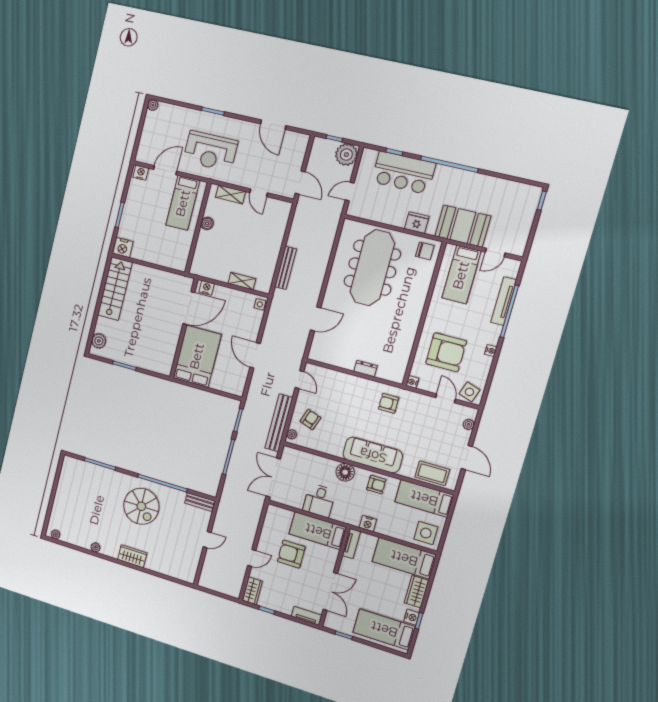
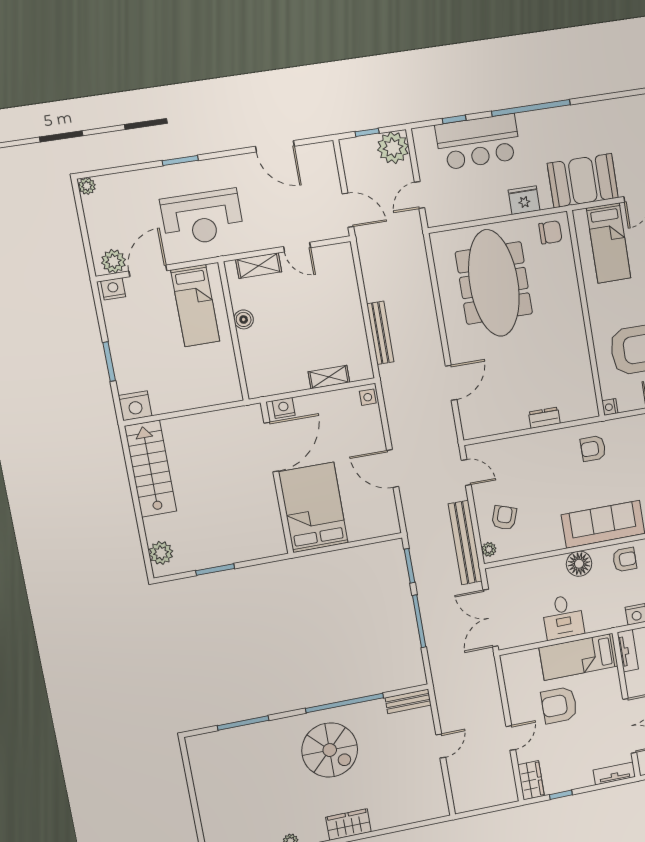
plant: (148, 156) -> (114, 261), added

